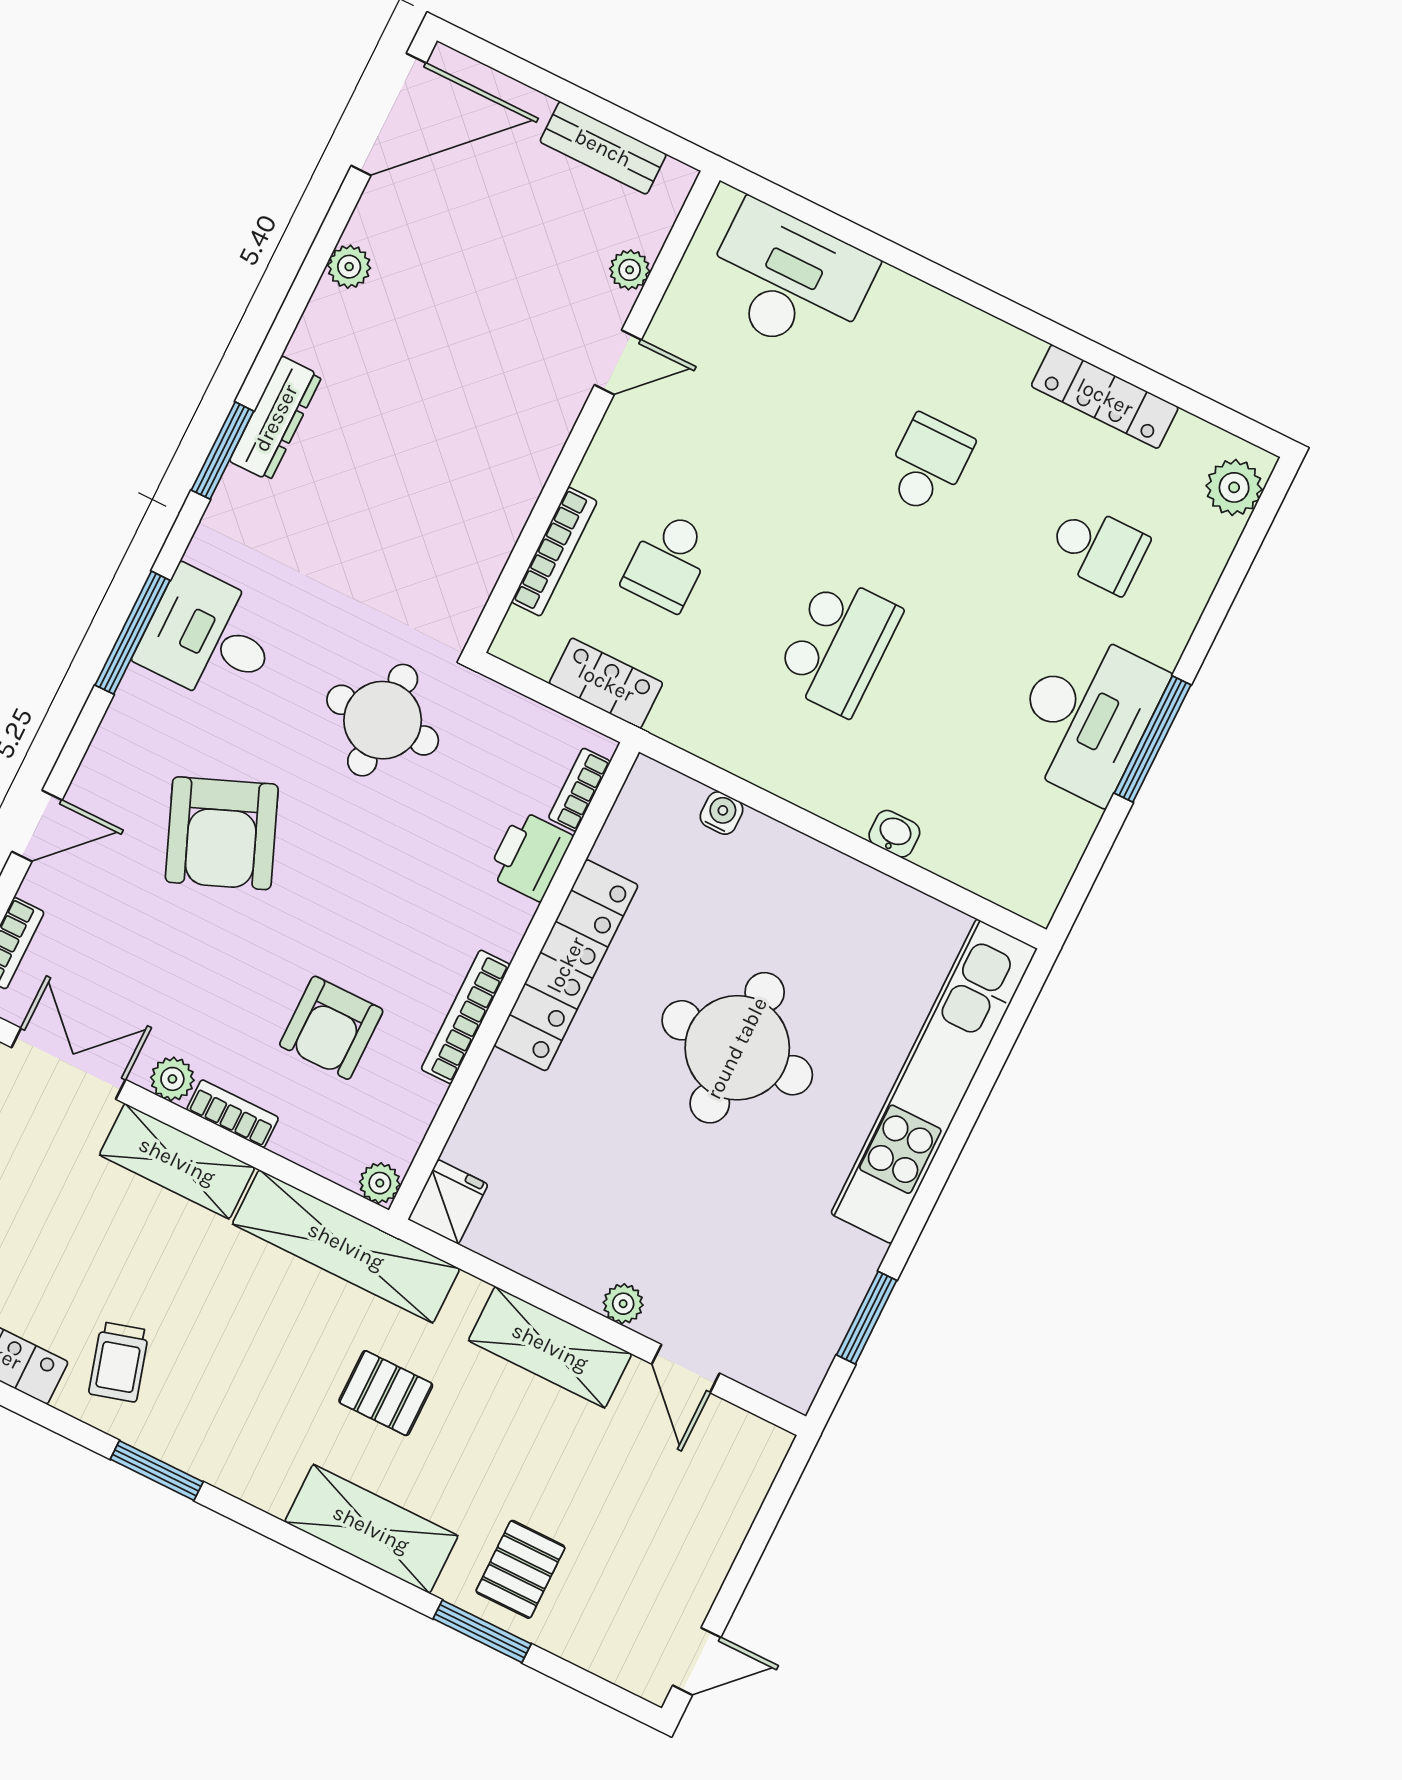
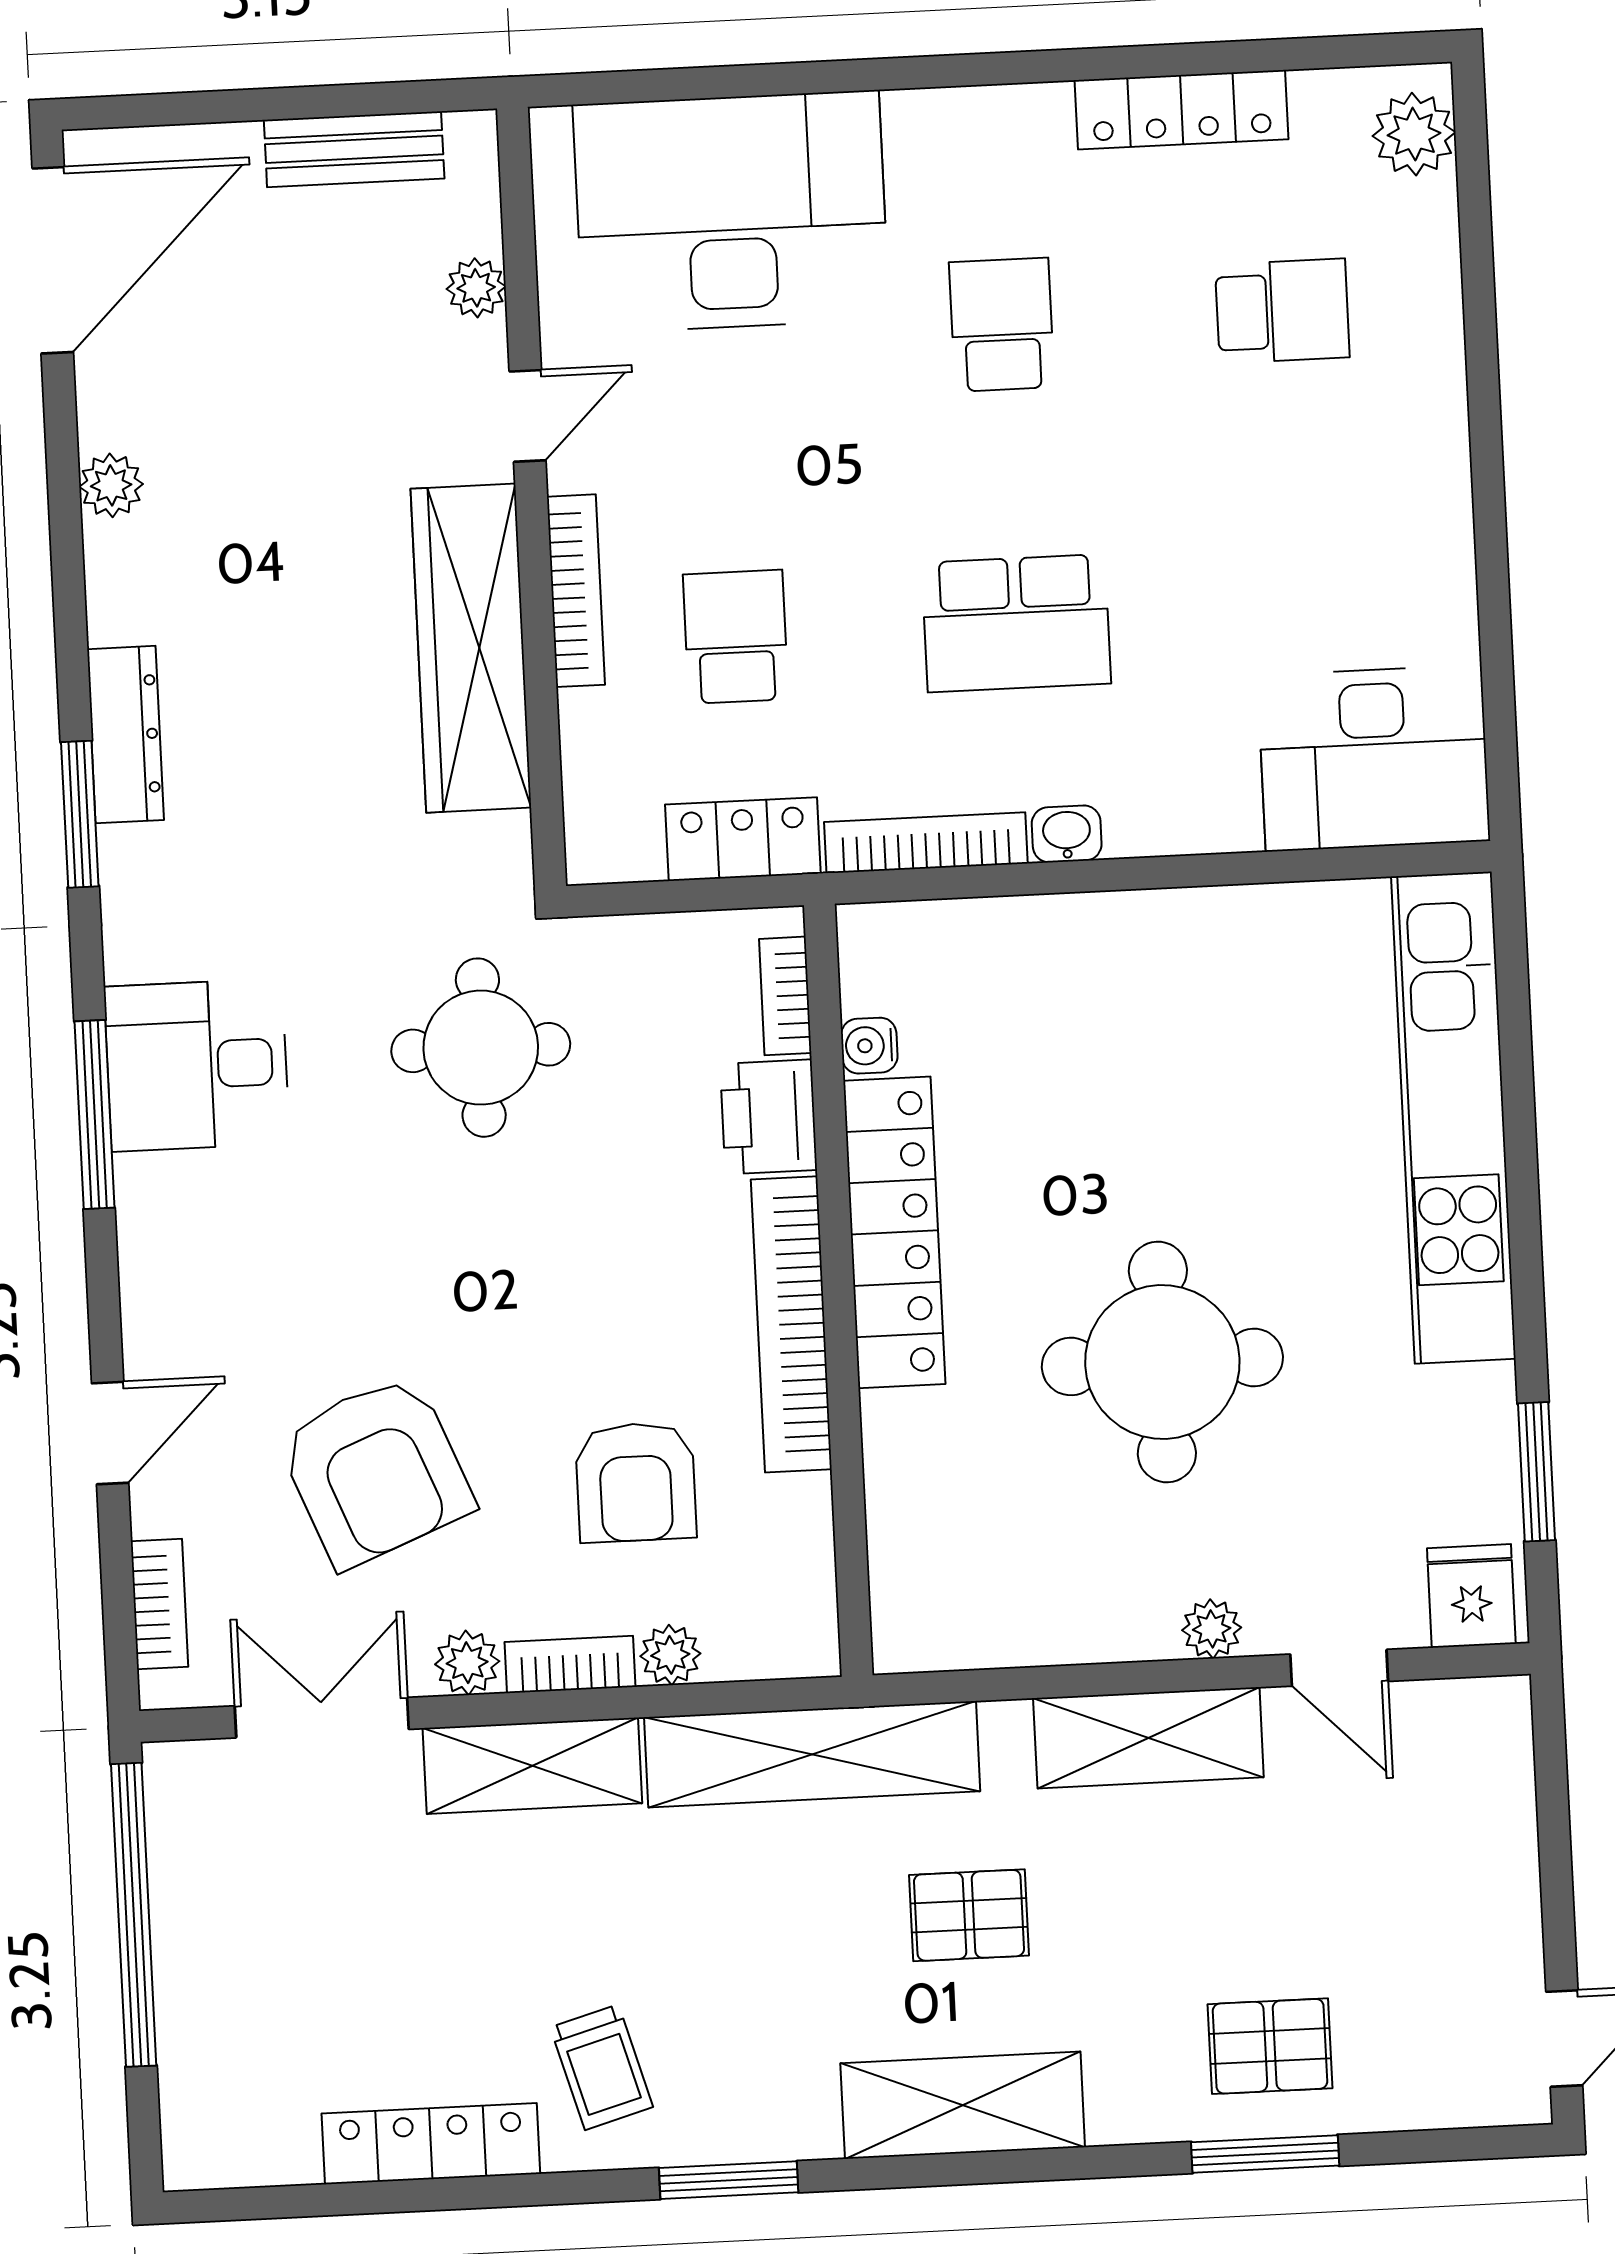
desk: (788, 281) -> (731, 212), width x1.36, depth x1.30
wardrobe: (508, 481) -> (471, 648), added
bookcase: (554, 552) -> (576, 591), moved
school desk: (668, 561) -> (736, 637), turned 180
school desk: (838, 645) -> (1016, 623), turned 90
desk: (1086, 716) -> (1374, 758), moved, turned 90
window: (1153, 739) -> (1490, 518), removed
bookcase: (713, 745) -> (926, 843), added
water cooler: (722, 813) -> (869, 1046), moved, turned -90
armchair: (222, 833) -> (376, 1471), moved
washbasin: (894, 834) -> (1067, 834), moved
bookcase: (466, 1017) -> (791, 1324), width x1.48, depth x1.31
round table: (737, 1048) -> (1162, 1362), moved
plant: (380, 1183) -> (670, 1655), moved
fridge: (448, 1202) -> (1471, 1596), moved
shelving: (371, 1529) -> (963, 2105), moved
pallet: (520, 1569) -> (1270, 2046), turned 90

